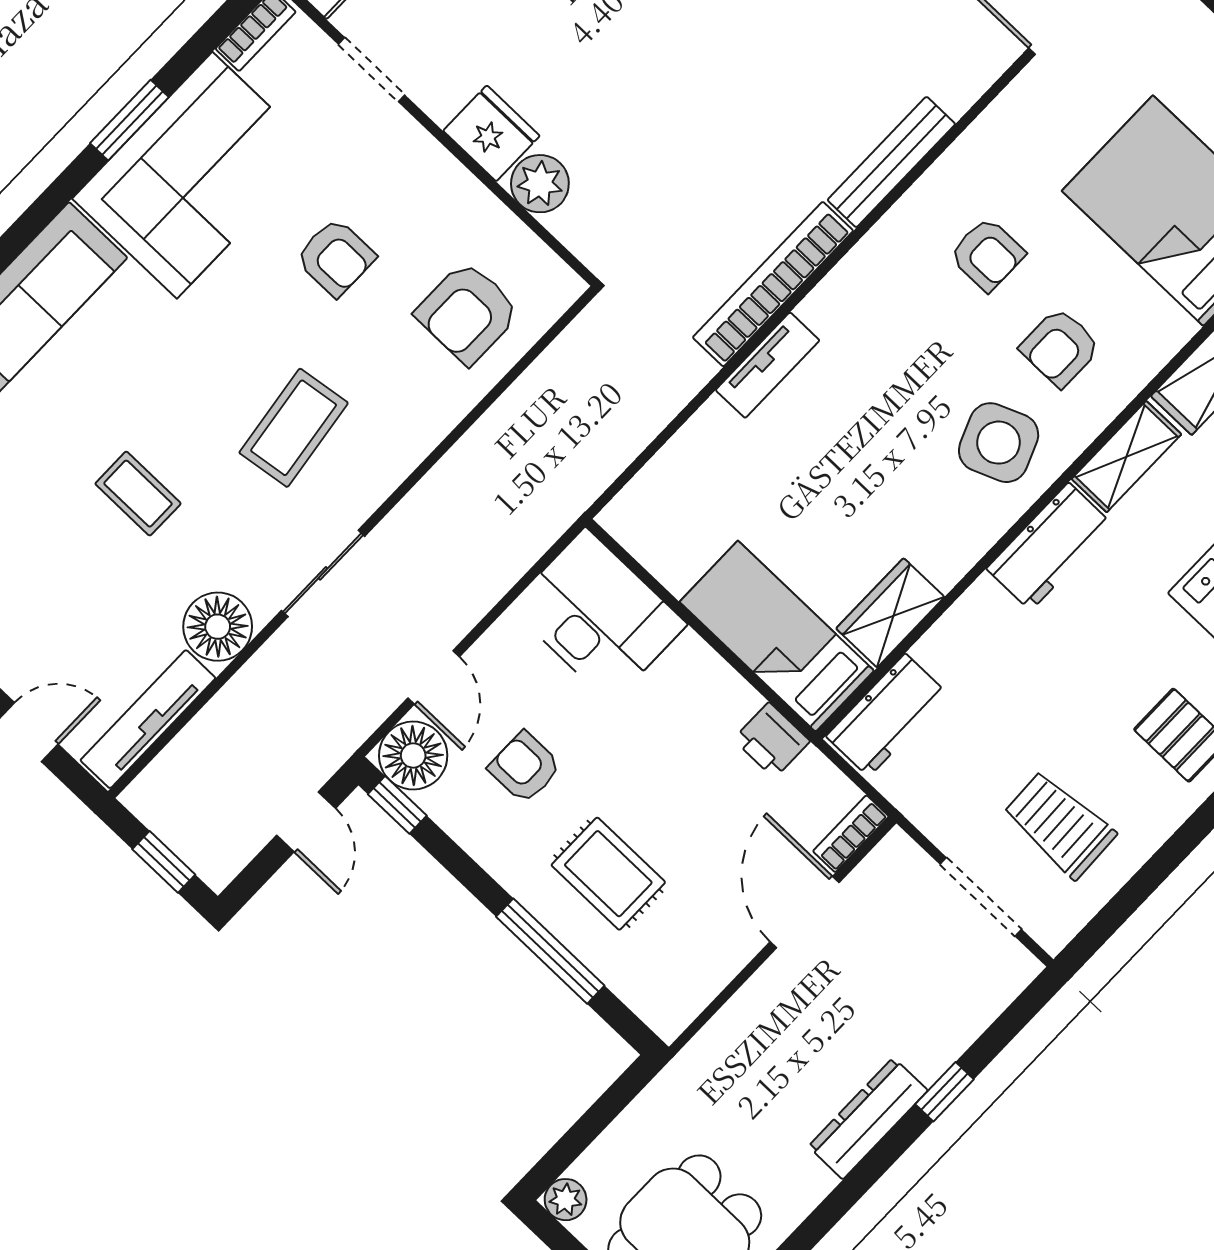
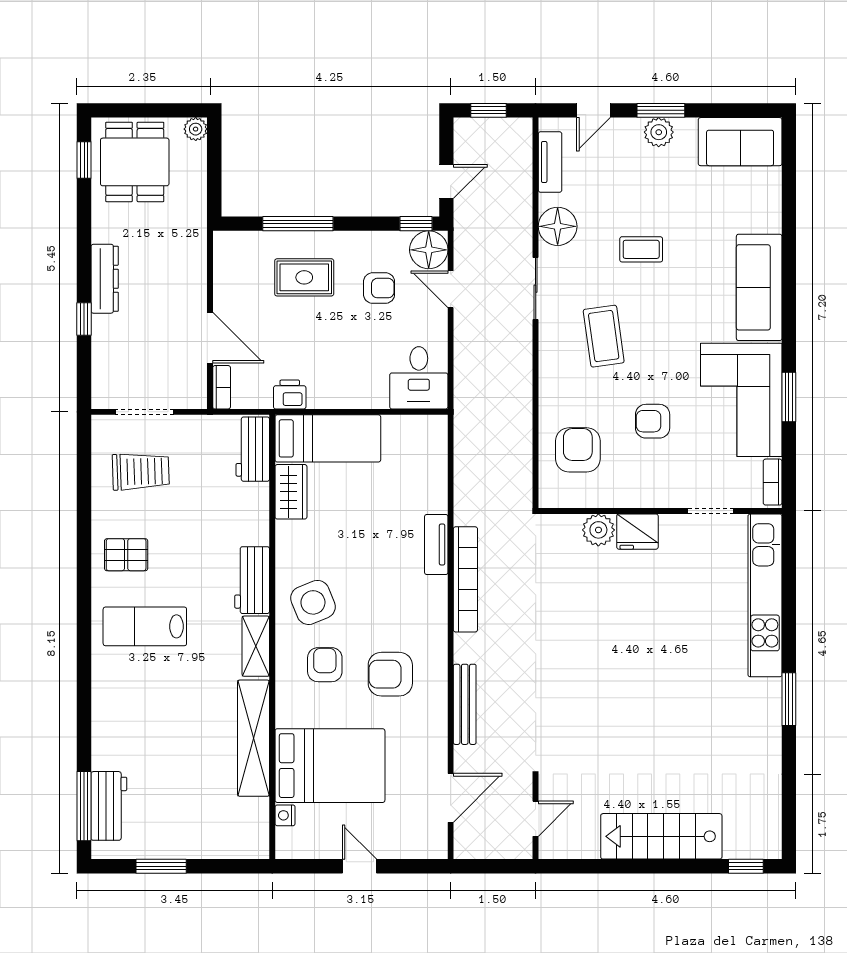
bench: (891, 162) -> (465, 704), moved
armchair: (987, 254) -> (390, 674), width x1.38, depth x1.38
desk: (598, 616) -> (419, 378), width x0.73
tv unit: (148, 719) -> (550, 162), width x0.71
door: (306, 822) -> (446, 182), swing flipped

